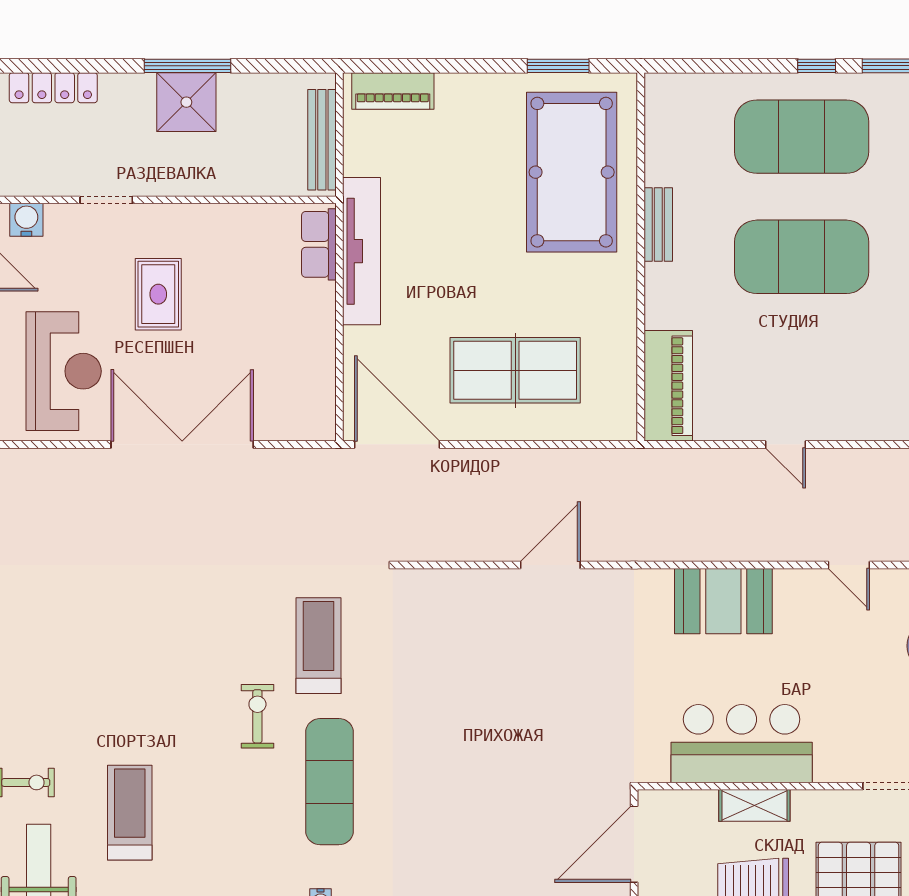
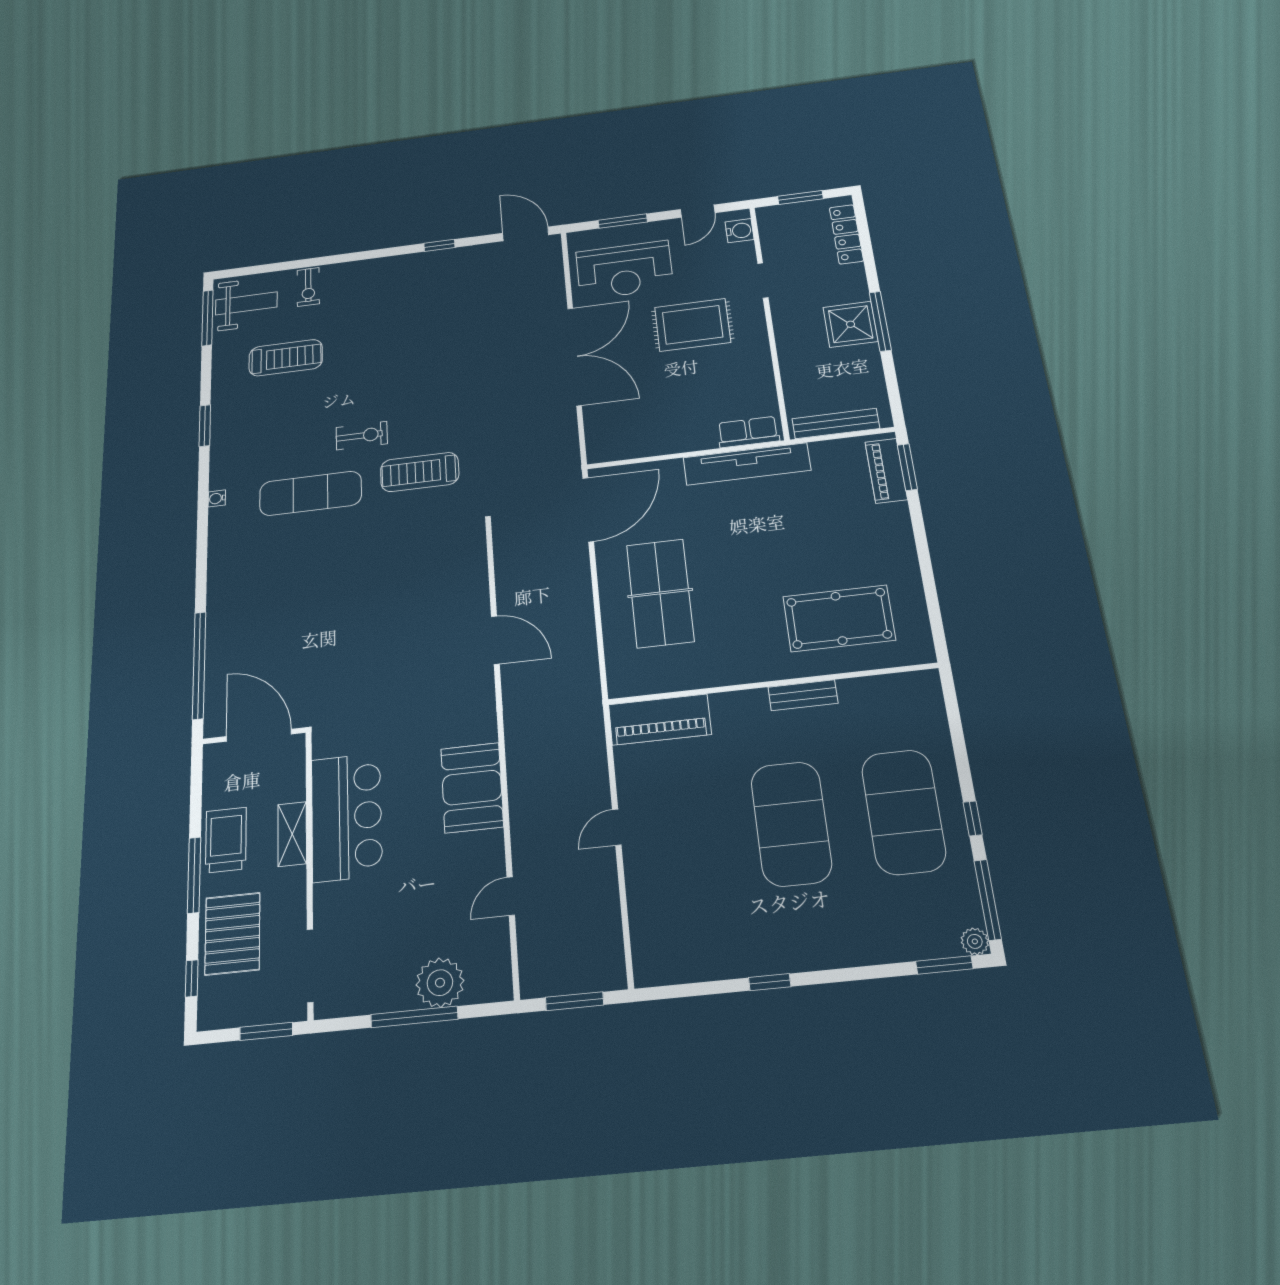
window: (558, 66) -> (907, 467), moved
pool table: (572, 172) -> (839, 618), width x0.73, depth x0.76
rug: (158, 294) -> (693, 325), width x1.36, depth x1.43
treadmill: (318, 646) -> (420, 472), turned 180

